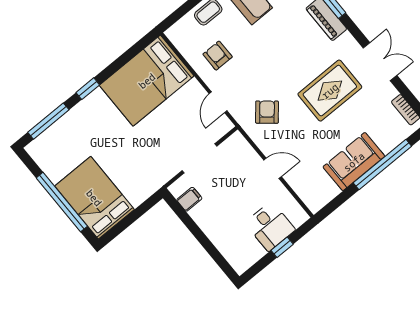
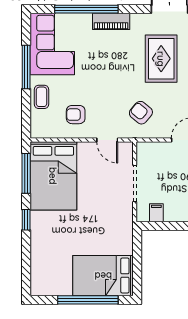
window: (48, 121) -> (26, 173), moved

